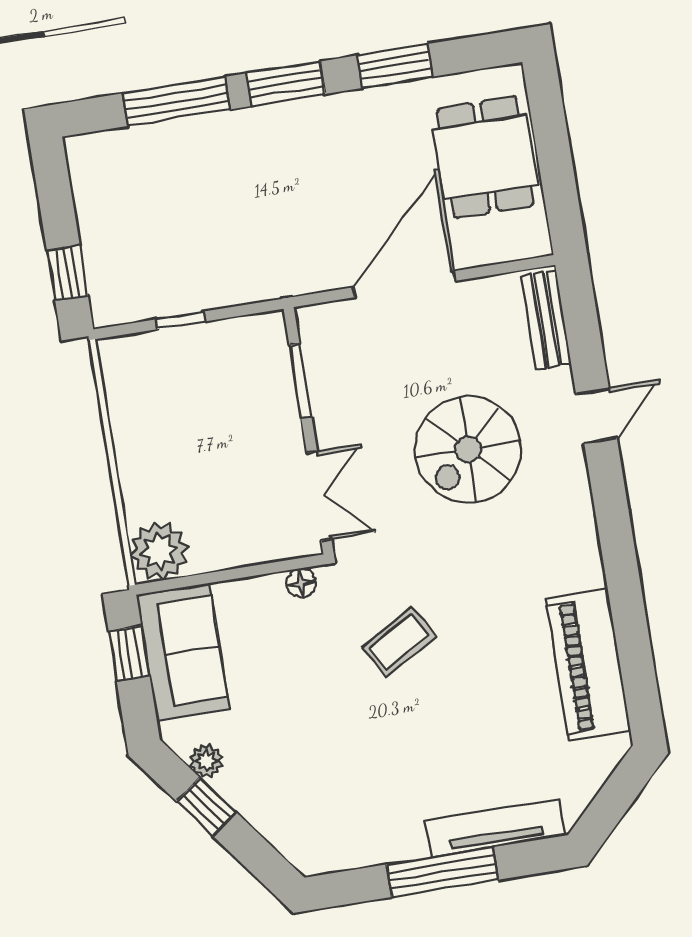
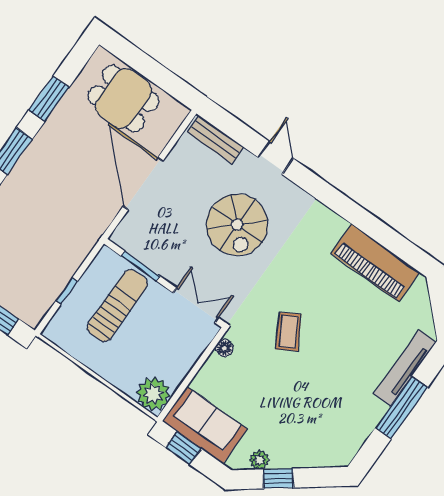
sun lounger: (224, 400) -> (117, 305), added

